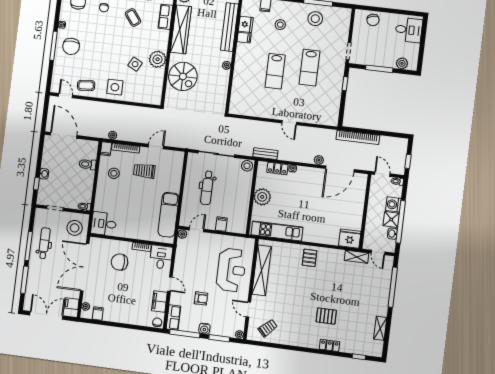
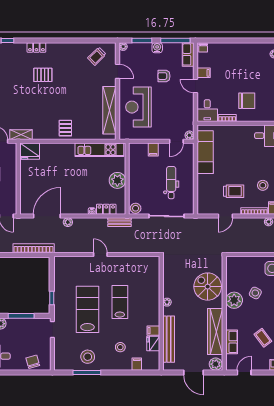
lab bench: (310, 68) -> (87, 309), width x1.36, depth x1.39
filing cabinet: (159, 302) -> (204, 73), width x0.50
filing cabinet: (98, 314) -> (262, 49), removed

